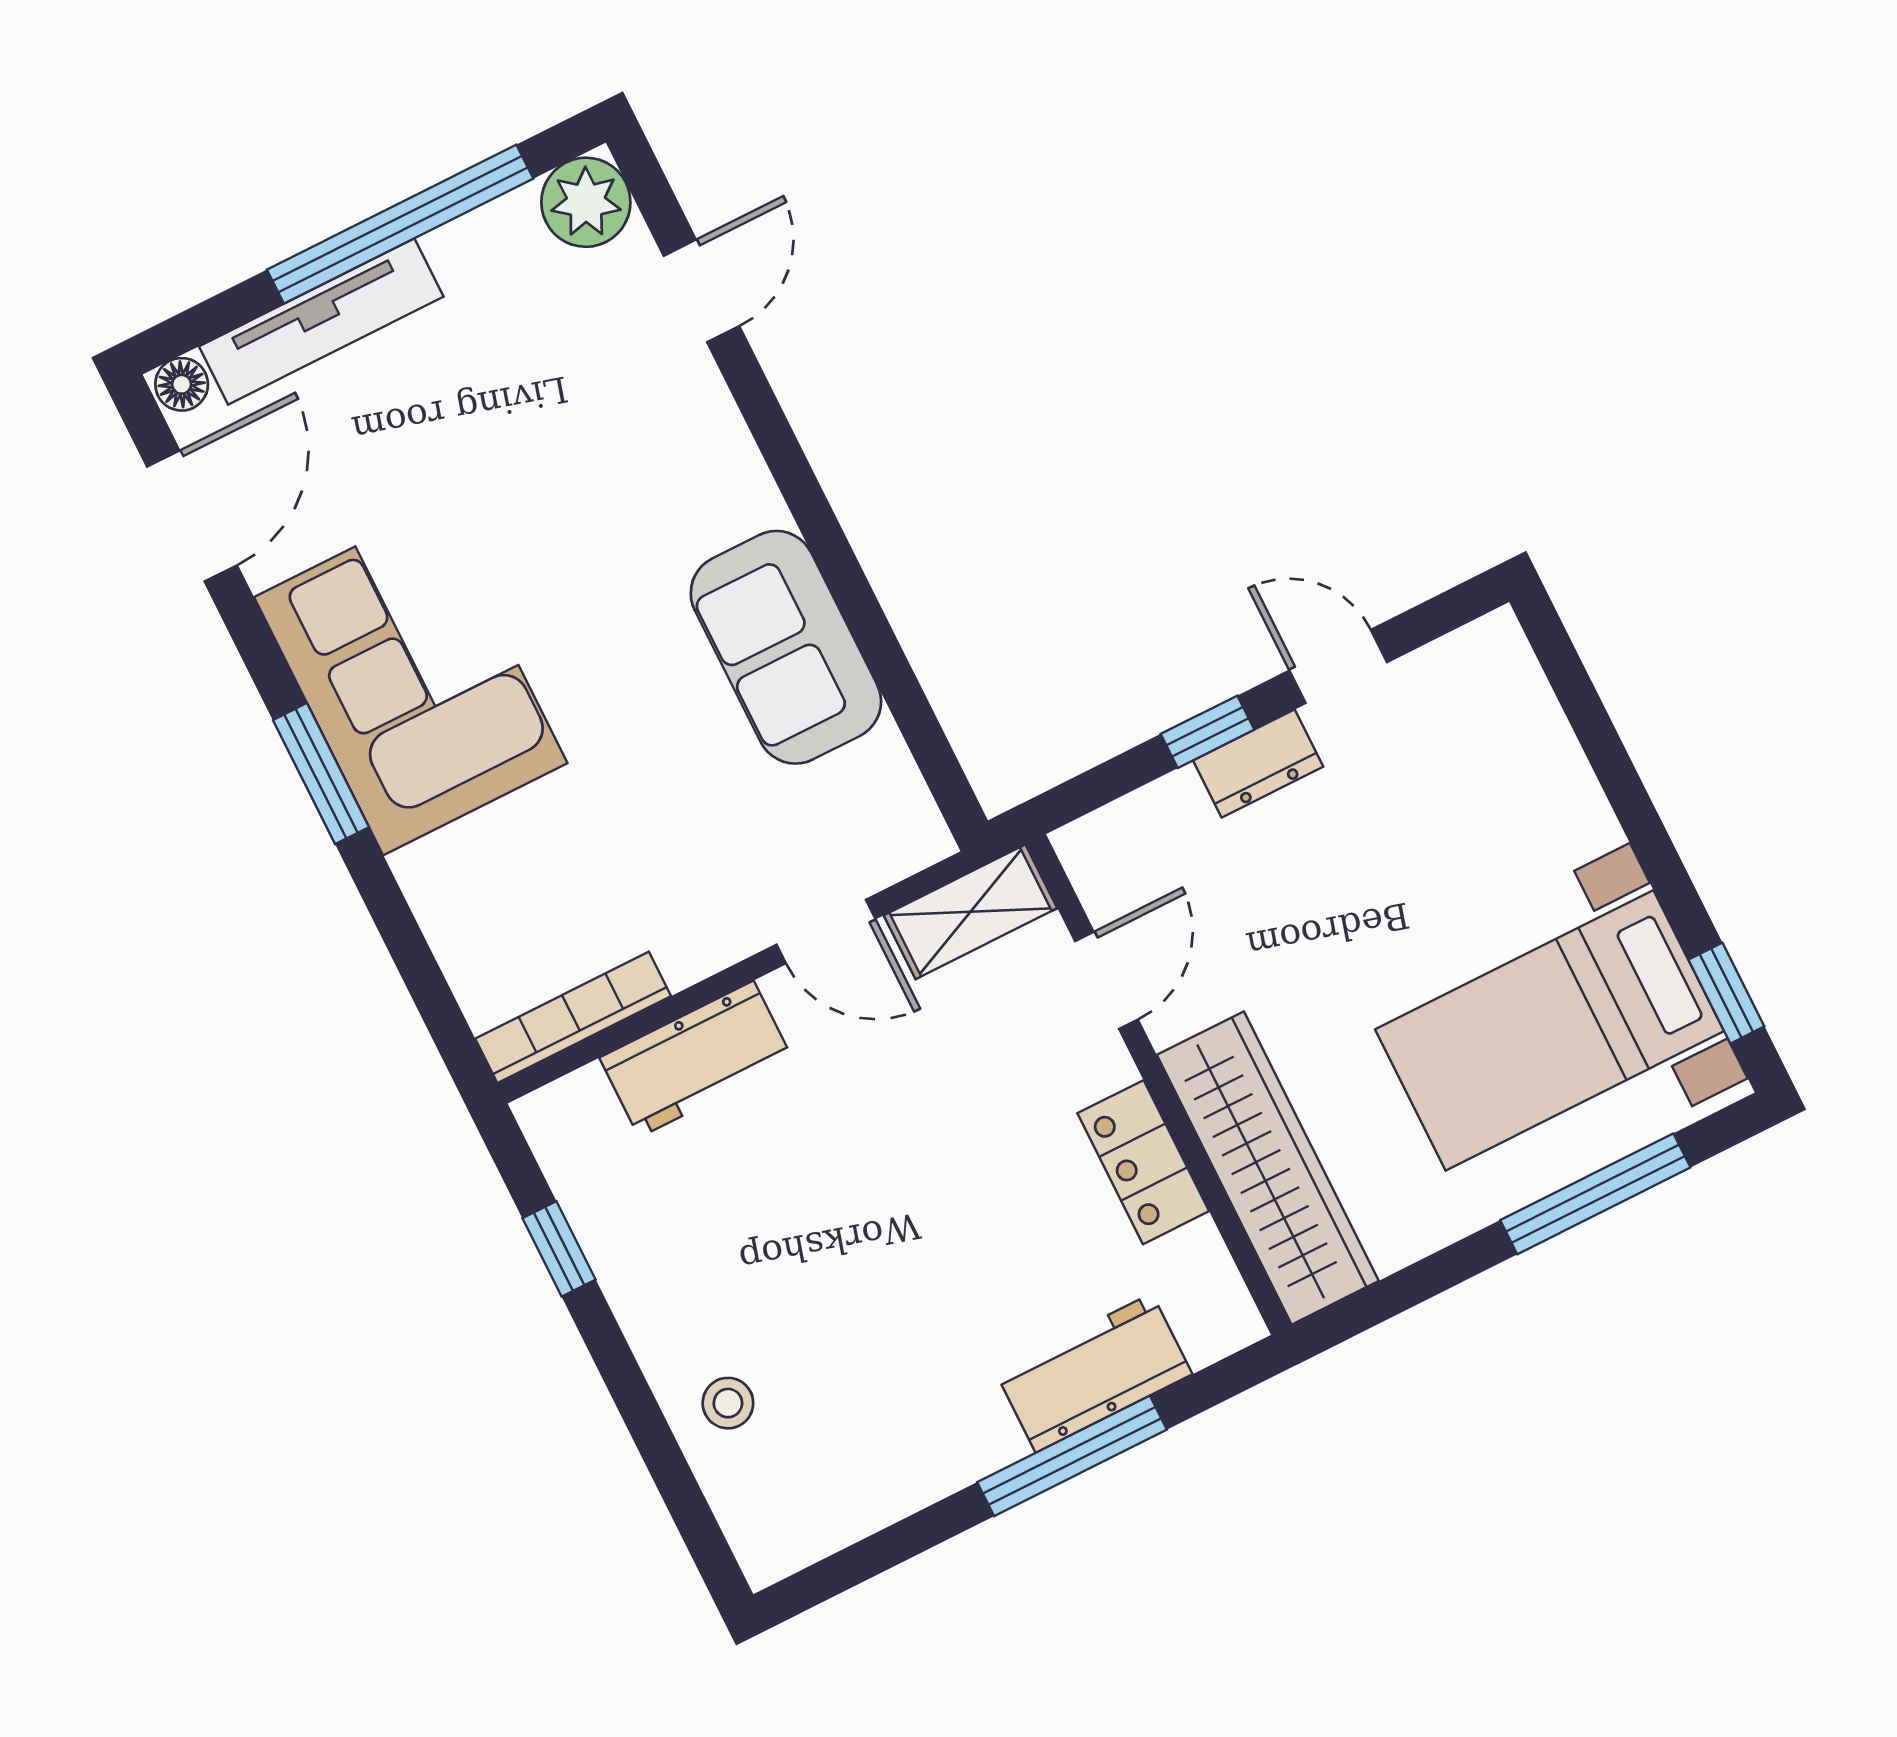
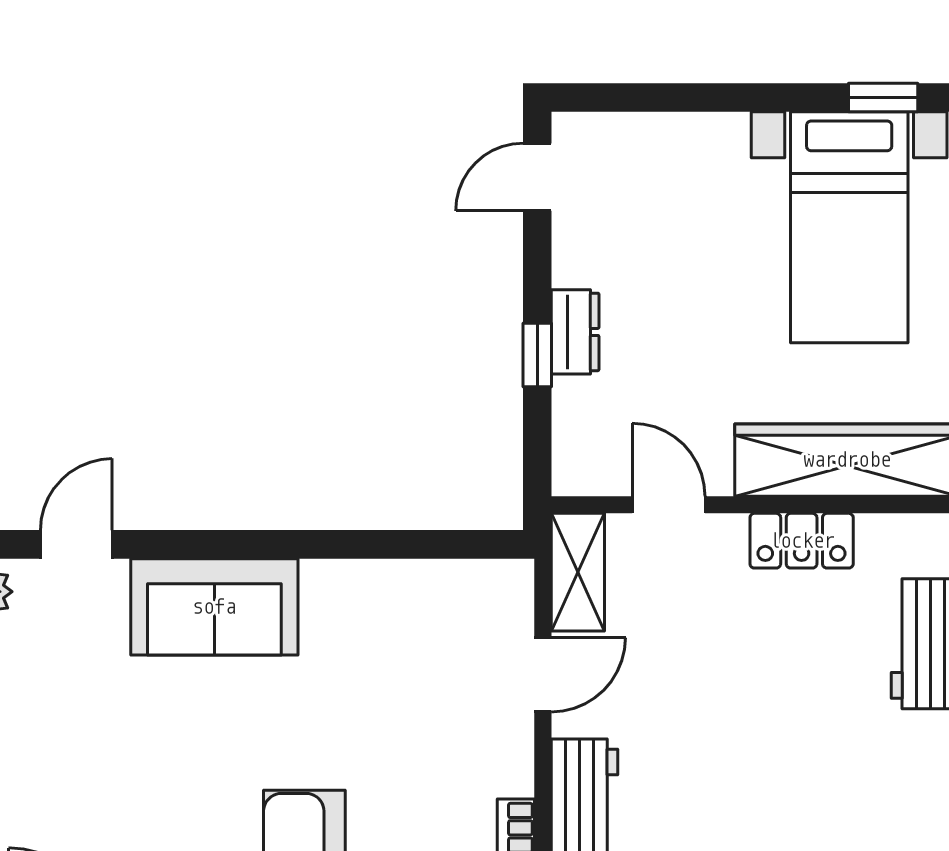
door: (701, 291) -> (76, 544), hinge flipped
sofa: (786, 647) -> (214, 607), moved
door: (1338, 666) -> (537, 177), moved

